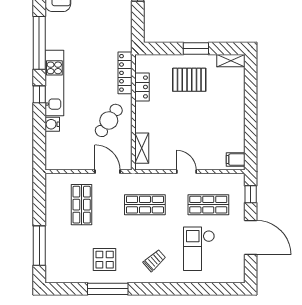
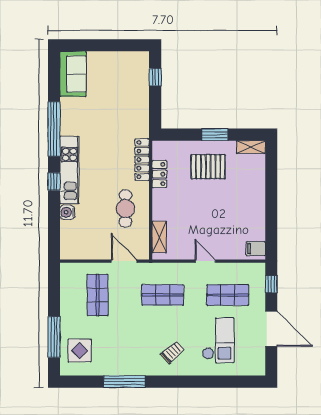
cafe table: (109, 120) -> (125, 208), turned -35
checkout: (199, 249) -> (218, 340), turned 180
display table: (105, 260) -> (80, 351), moved

